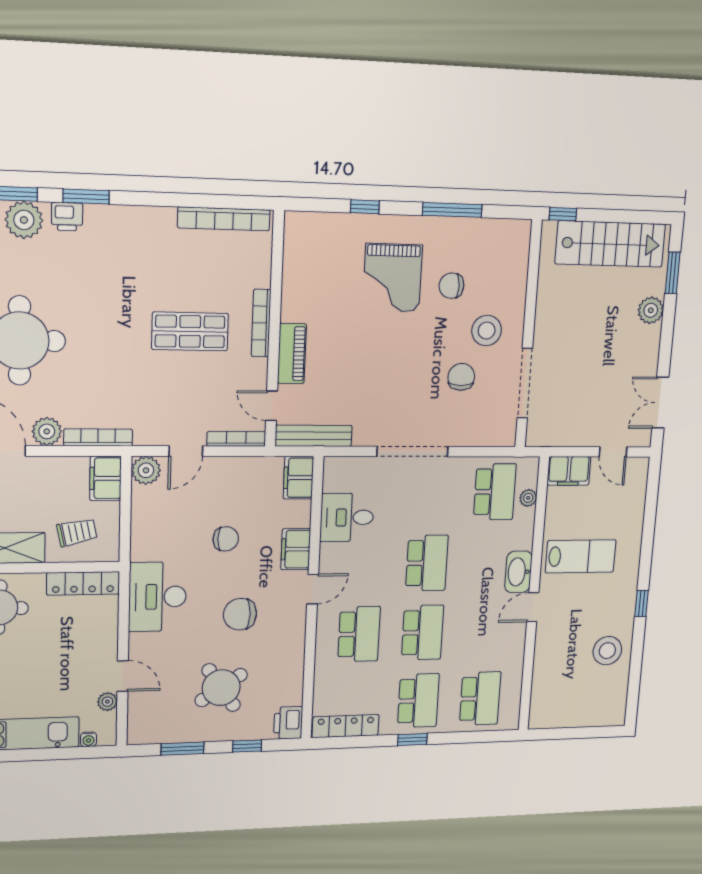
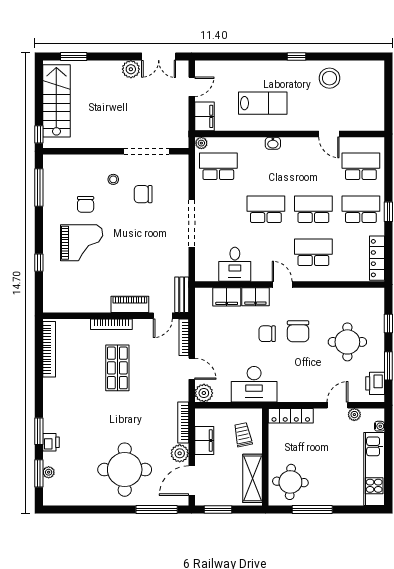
window: (452, 210) -> (39, 188), moved
plant: (24, 220) -> (49, 472), width x0.53, depth x0.53
plant: (651, 310) -> (131, 69), moved
stool: (487, 331) -> (113, 179), width x0.53, depth x0.53
bench: (314, 436) -> (182, 295), width x0.73
filing cabinet: (106, 478) -> (204, 440), moved, turned -90
filing cabinet: (298, 478) -> (227, 297), moved
plant: (528, 498) -> (201, 143), moved
chair: (226, 539) -> (267, 334), moved, turned -90
lab bench: (581, 556) -> (263, 103), turned 90
washbasin: (518, 572) -> (273, 143), width x0.52, depth x0.69
locker: (83, 583) -> (291, 416), moved, turned 90
desk: (158, 597) -> (254, 384), moved
door: (533, 607) -> (329, 134), moved
round table: (221, 688) -> (347, 342), turned 34
printer: (288, 723) -> (375, 383), moved, turned 90

